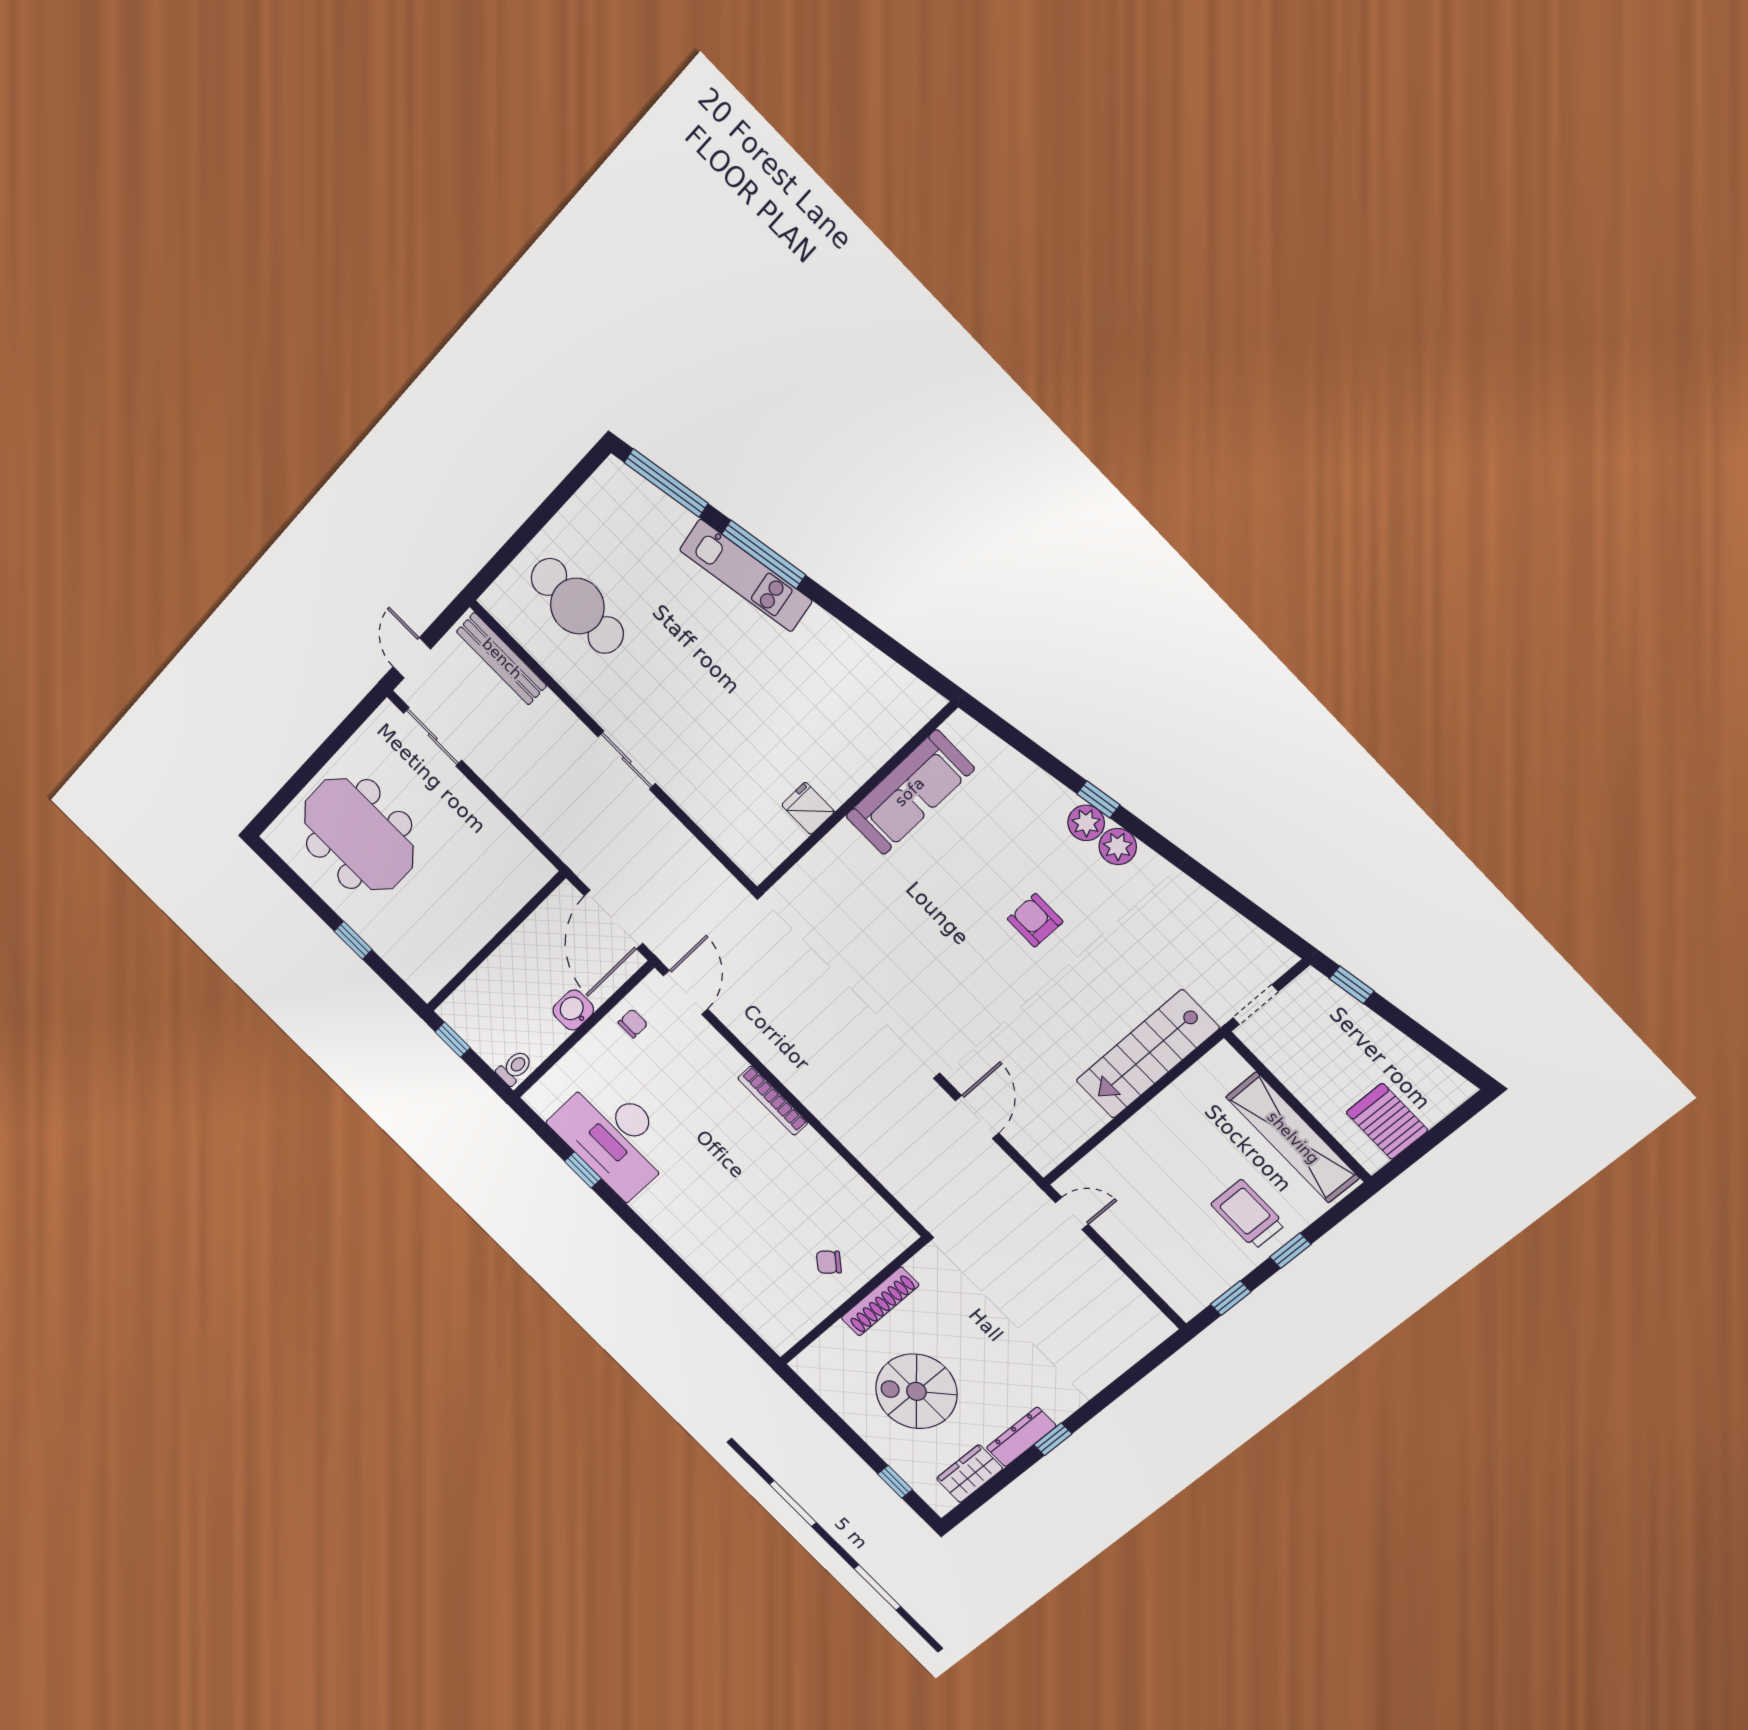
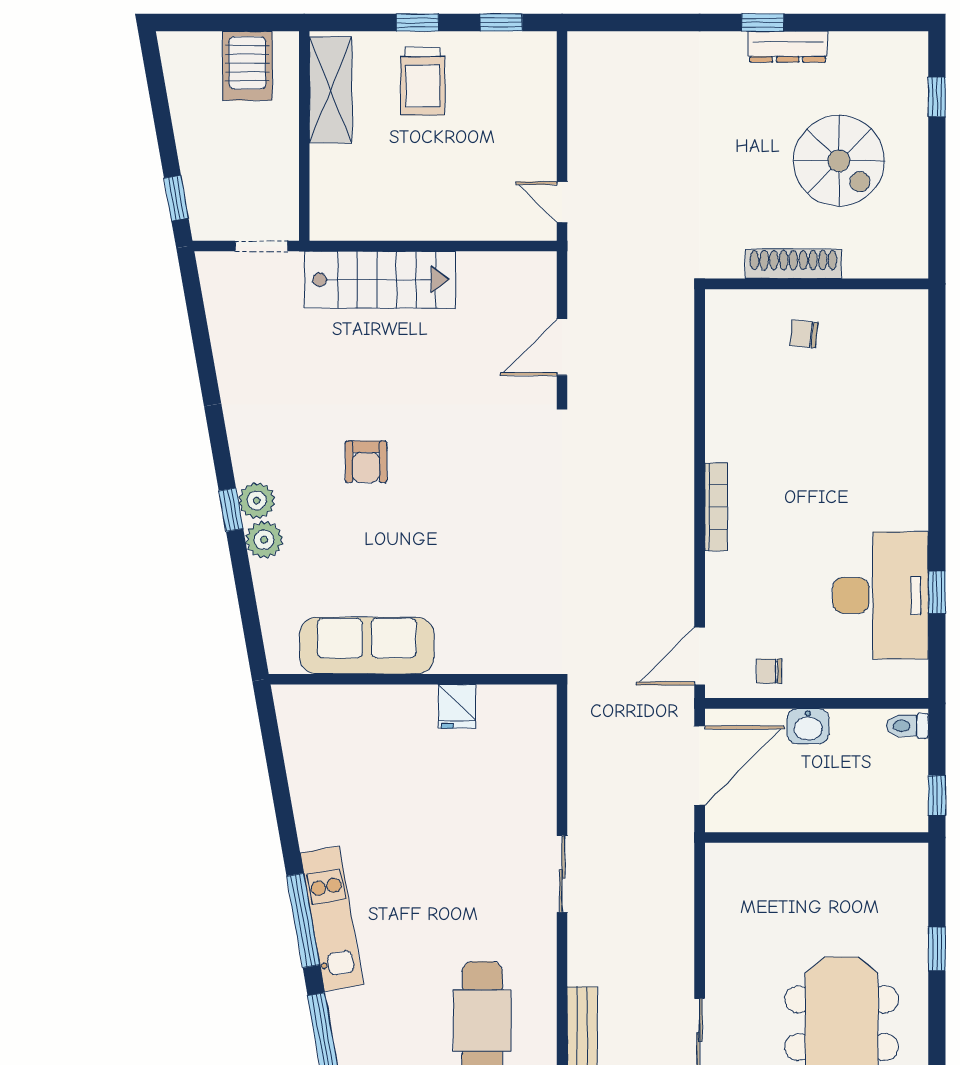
plant: (1118, 847) -> (264, 540), moved
shelving: (1293, 1138) -> (331, 90), width x0.68
chair: (829, 1262) -> (804, 334), turned 146
wardrobe: (970, 1474) -> (864, 51), removed

